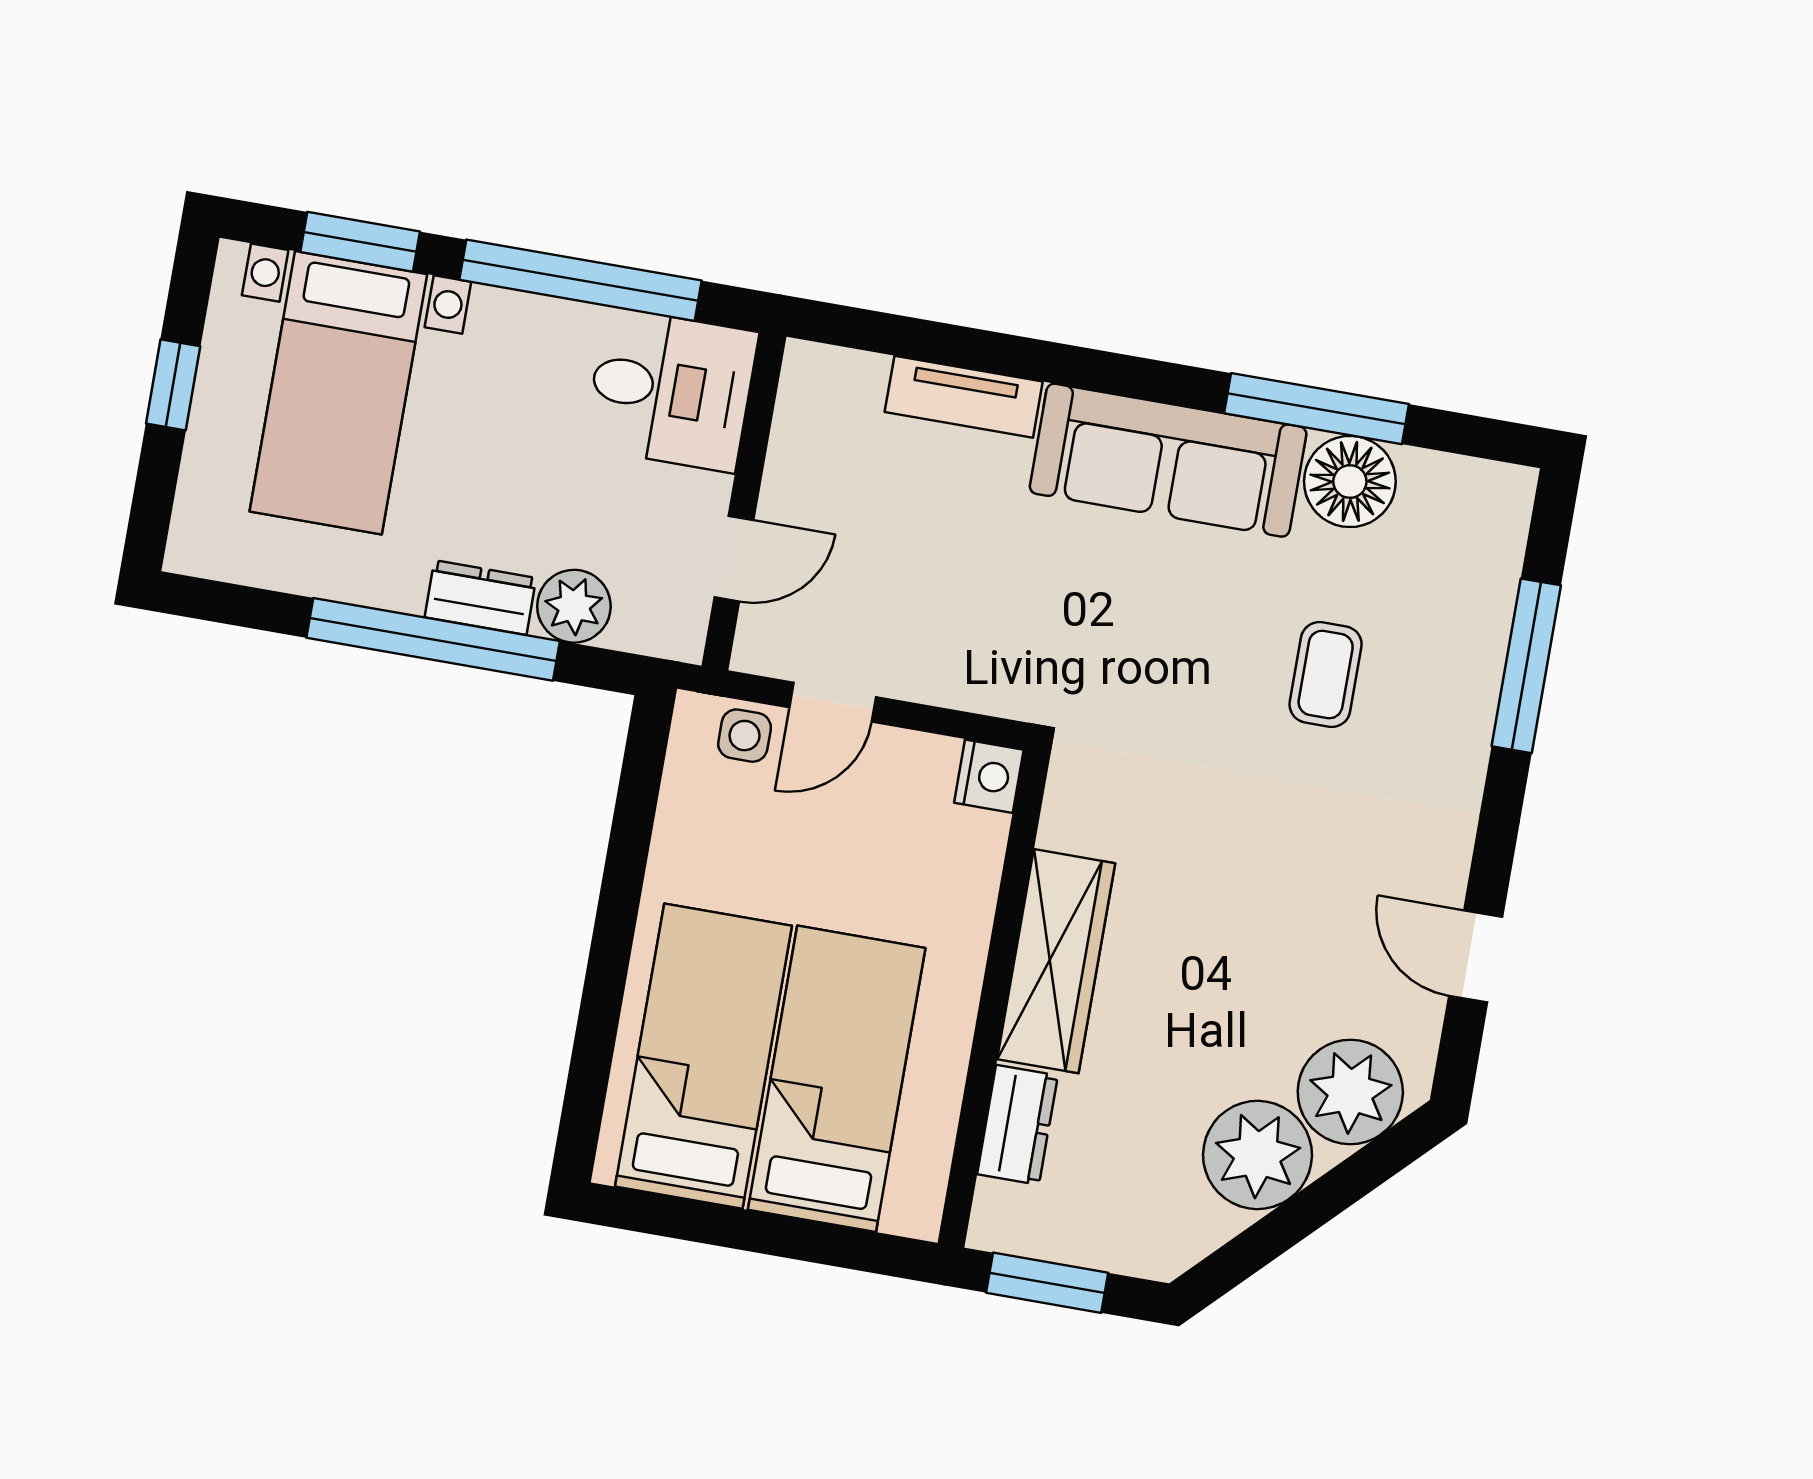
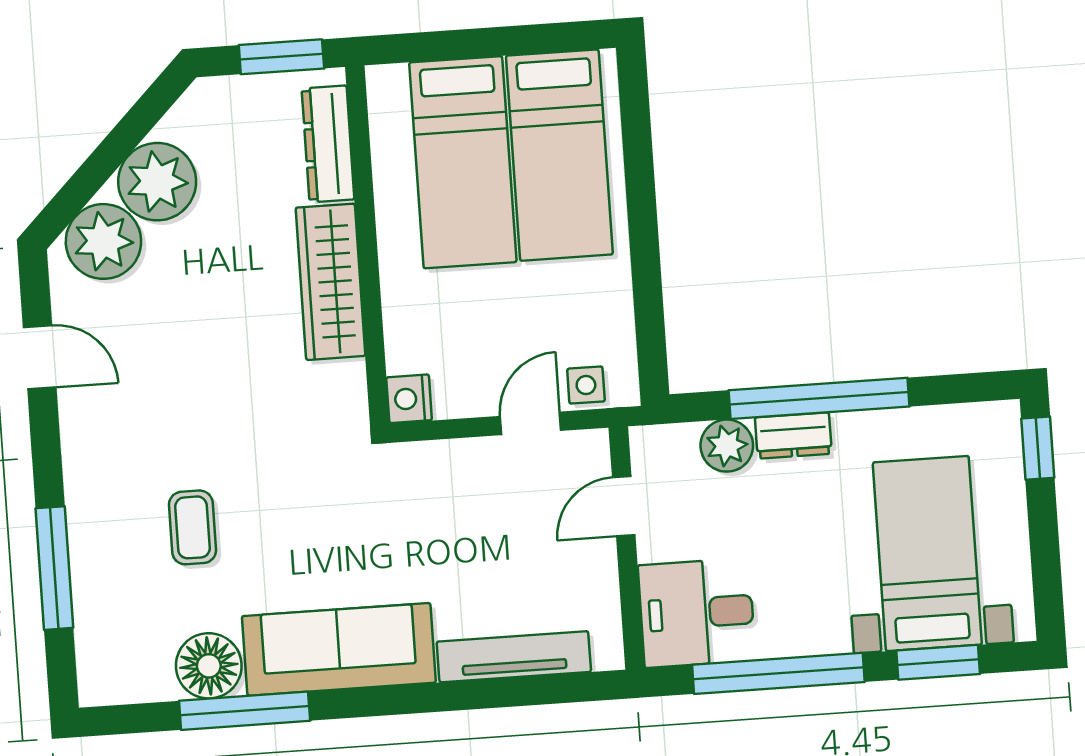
window: (173, 385) -> (1038, 448), moved
tv unit: (964, 397) -> (514, 657), width x1.41
dresser: (1017, 1125) -> (328, 144), width x1.44

